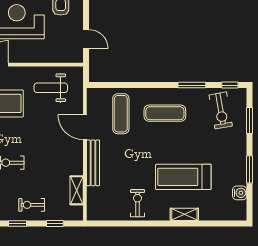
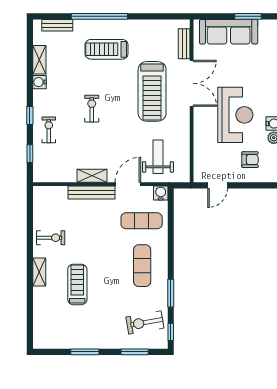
weight bench: (51, 88) -> (158, 157), moved
treadmill: (183, 177) -> (77, 284), width x0.73, depth x0.73
shelving: (77, 190) -> (92, 176), moved
water cooler: (240, 193) -> (161, 193), moved, turned 180
shelving: (184, 214) -> (39, 272), moved

